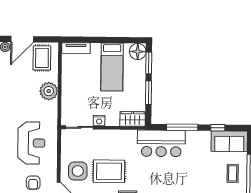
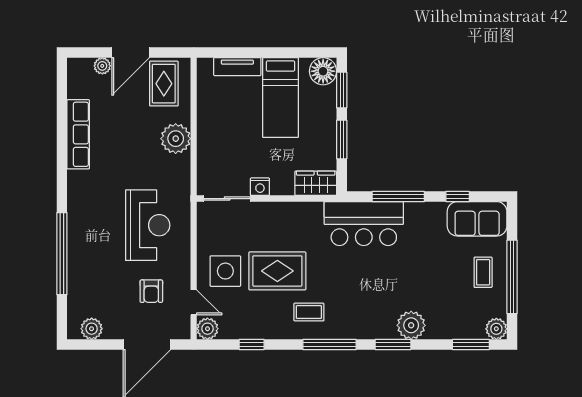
tv unit: (76, 48) -> (237, 67), moved

